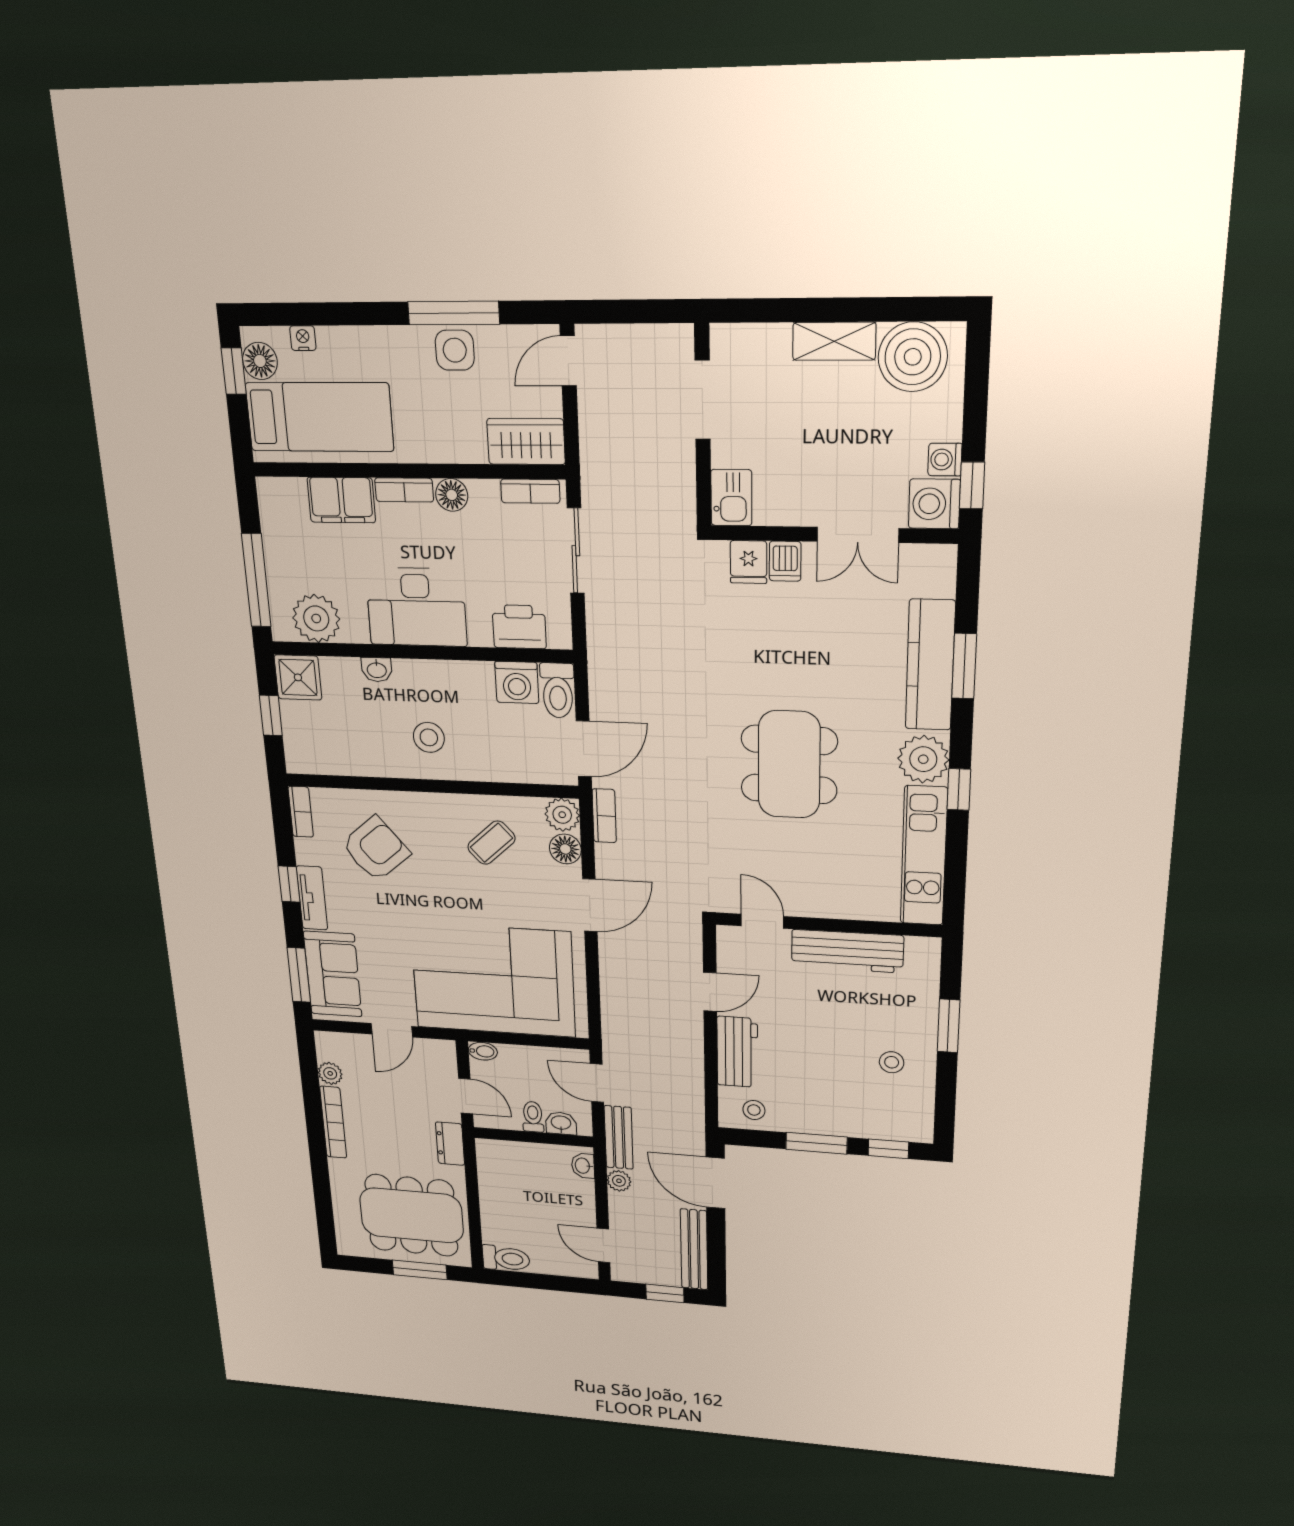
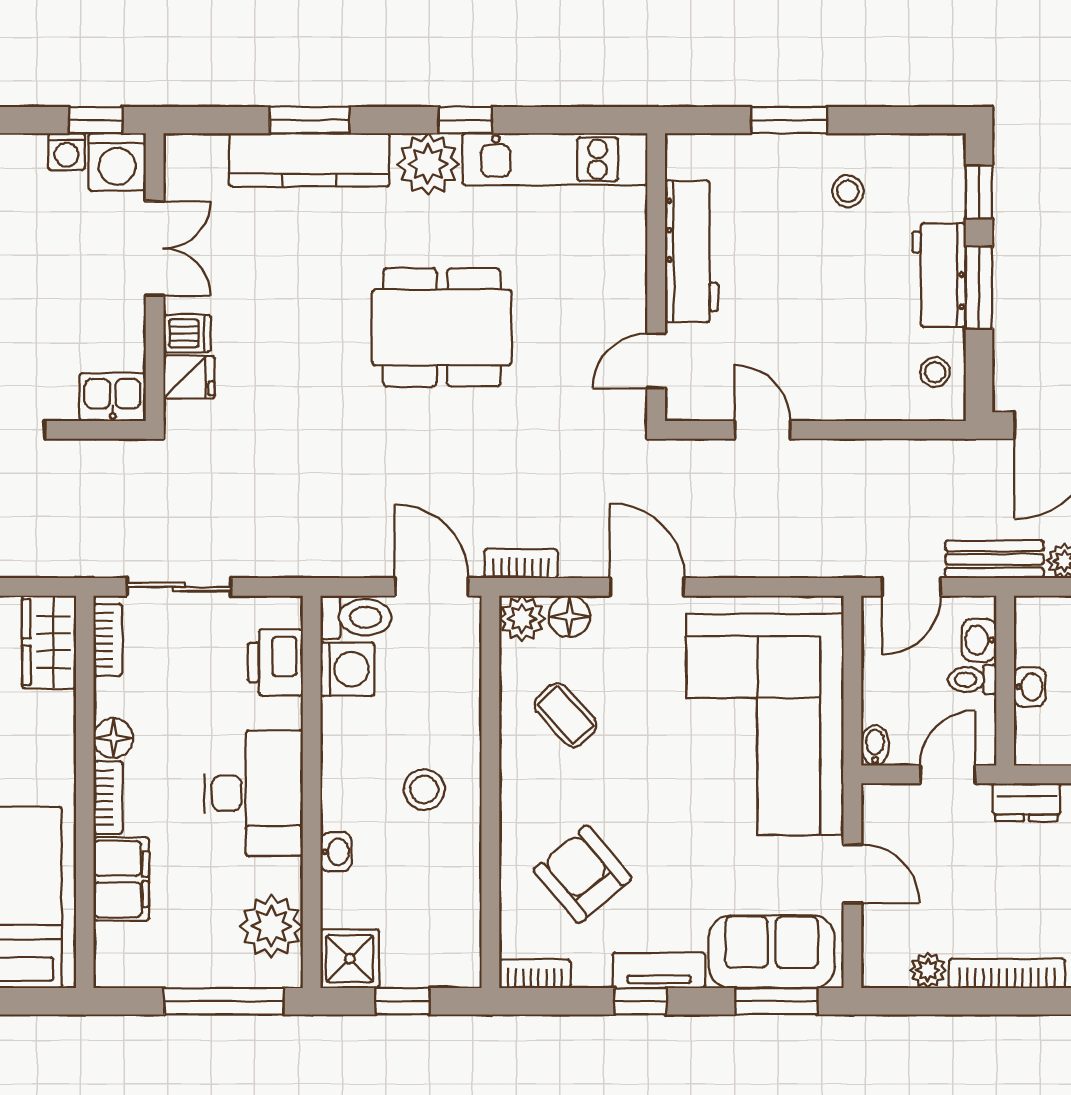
workbench: (737, 1052) -> (939, 275), moved, turned -90
washbasin: (583, 1166) -> (1030, 687), moved, turned -90

